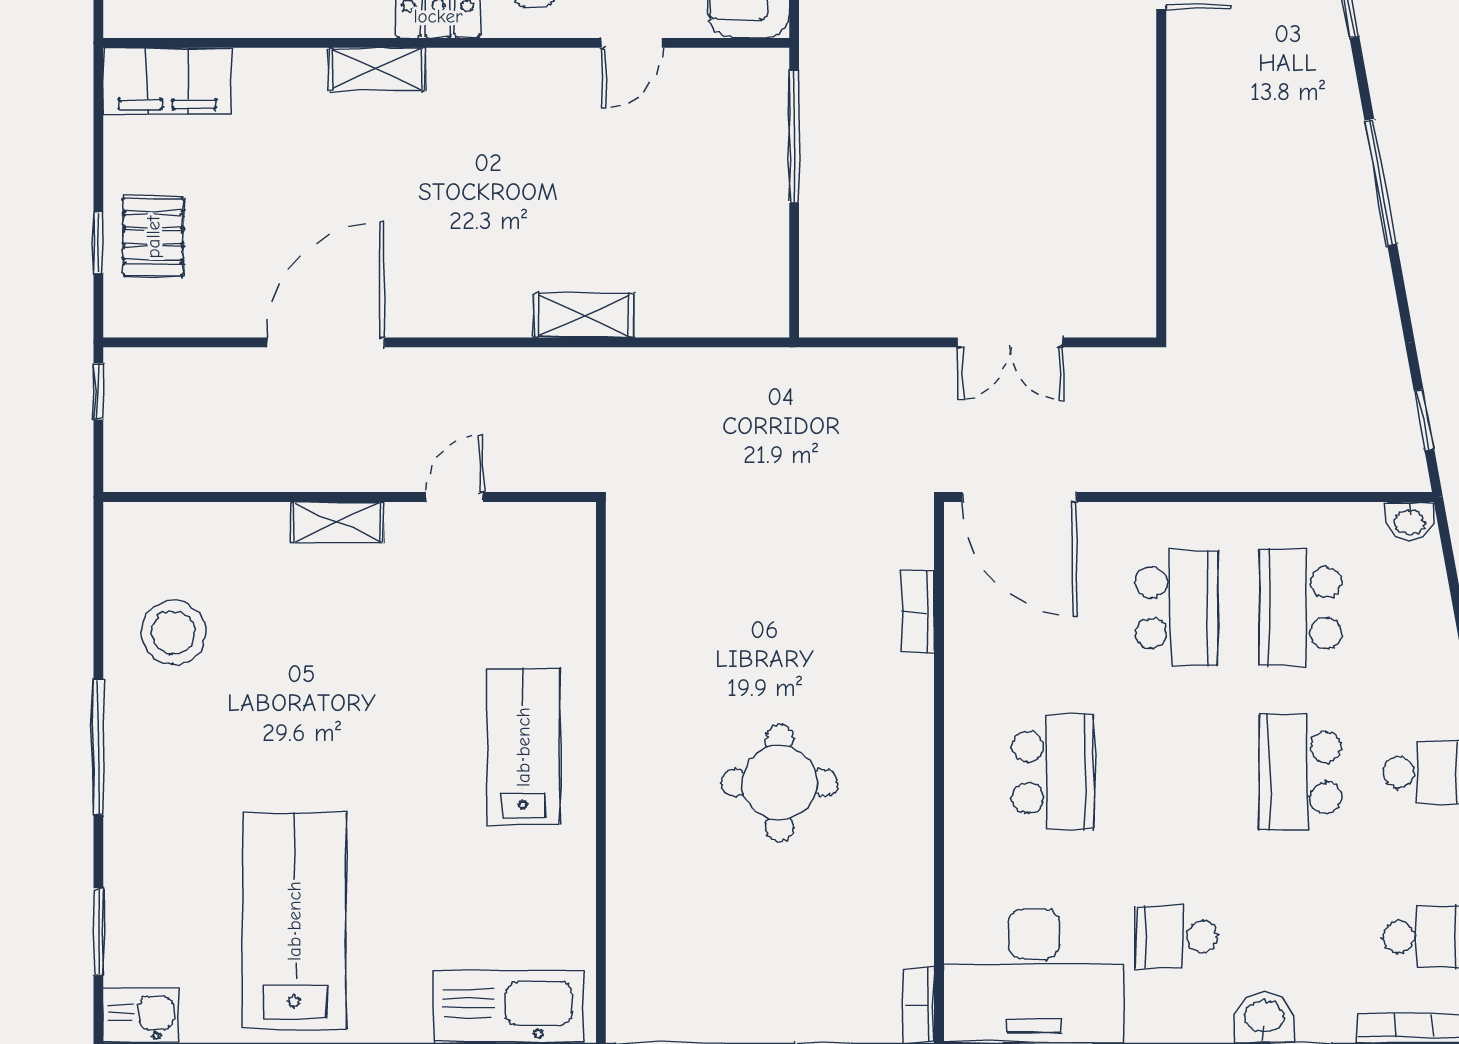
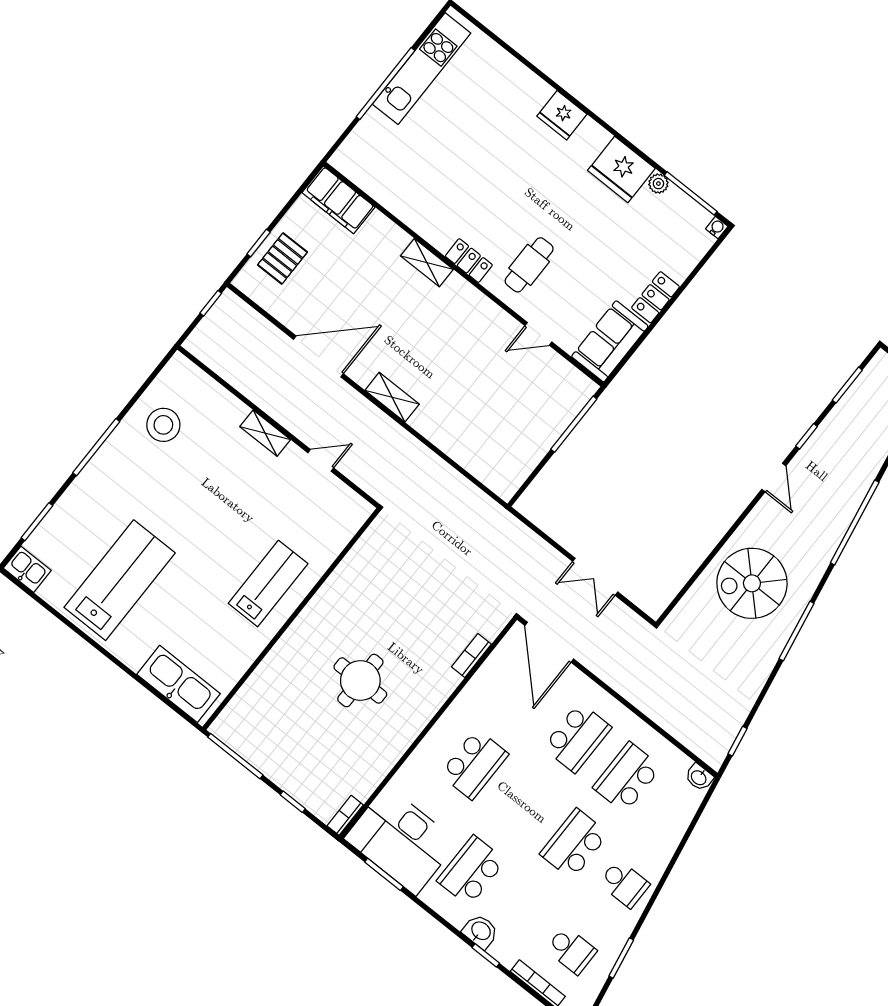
spiral stairs: (1256, 164) -> (752, 583), added
shelving: (584, 315) -> (392, 397), moved
school desk: (1177, 937) -> (471, 871), width x1.85

